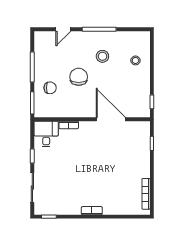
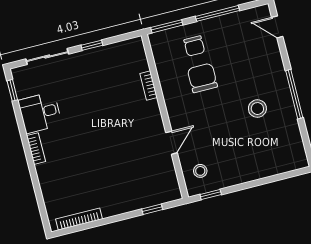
door: (63, 29) -> (277, 27), moved
stool: (135, 60) -> (200, 171), moved
chair: (79, 77) -> (202, 78), moved, turned -90
door: (111, 119) -> (172, 143), width x0.53
desk: (46, 134) -> (40, 113), moved, turned 180

